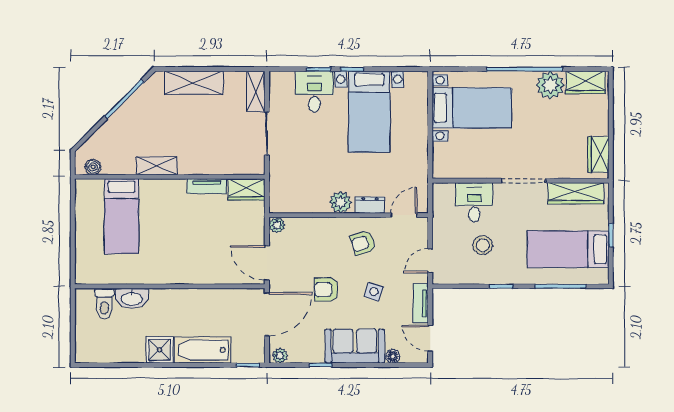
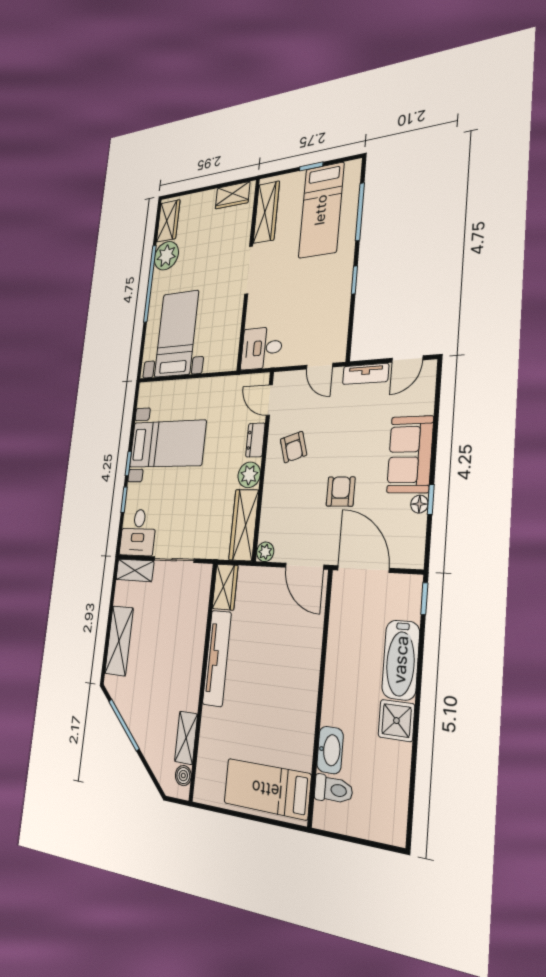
desk: (314, 92) -> (138, 532), moved, turned -90
shelving: (157, 166) -> (186, 738), moved
tv unit: (207, 186) -> (217, 658), width x1.92, depth x1.29
wardrobe: (298, 202) -> (244, 525), added
desk: (474, 202) -> (262, 348), moved
bed: (122, 216) -> (267, 789), moved, turned 180
stool: (483, 245) -> (308, 307), removed
door: (267, 263) -> (304, 566), hinge flipped
armchair: (326, 290) -> (341, 492), turned 180
side table: (374, 292) -> (348, 432), removed
plant: (280, 356) -> (415, 554), removed
floor lamp: (393, 356) -> (419, 504), moved

